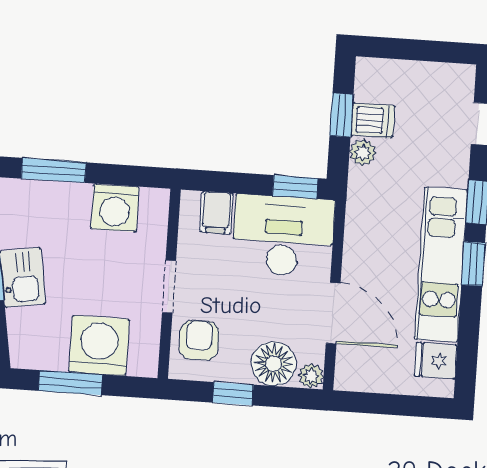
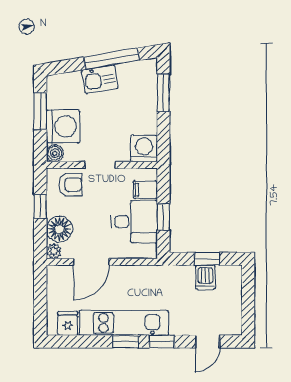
plant: (363, 152) -> (186, 273), removed
window: (295, 187) -> (163, 217), moved
washing machine: (115, 208) -> (144, 149), moved, turned 90
desk: (283, 236) -> (134, 222), width x0.73
boiler: (144, 363) -> (55, 153), added

